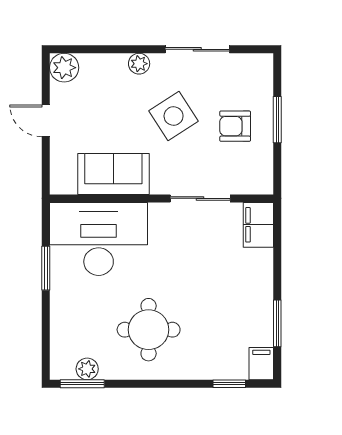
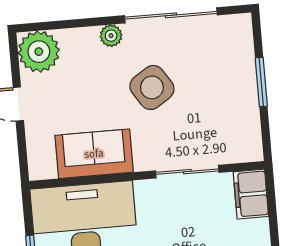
sliding door: (197, 49) -> (171, 15), width x1.37
plant: (64, 68) -> (39, 52), width x1.36, depth x1.36
armchair: (235, 126) -> (217, 93), removed

